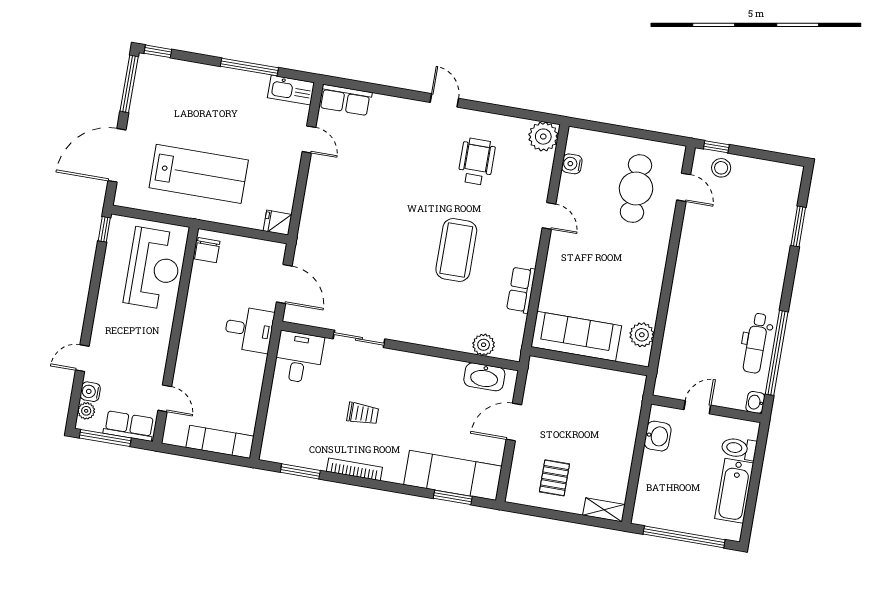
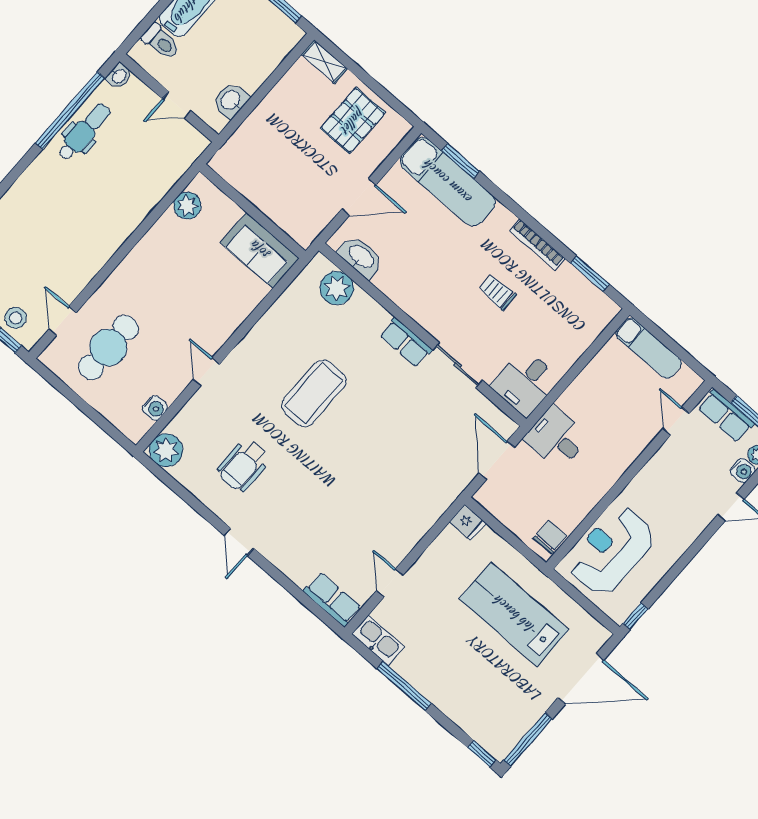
row of seats: (521, 290) -> (406, 342), moved, turned 90
sofa: (576, 336) -> (260, 250), width x0.73
plant: (484, 345) -> (337, 288), width x1.36, depth x1.36
pallet: (554, 478) -> (353, 121), width x1.50, depth x1.42

